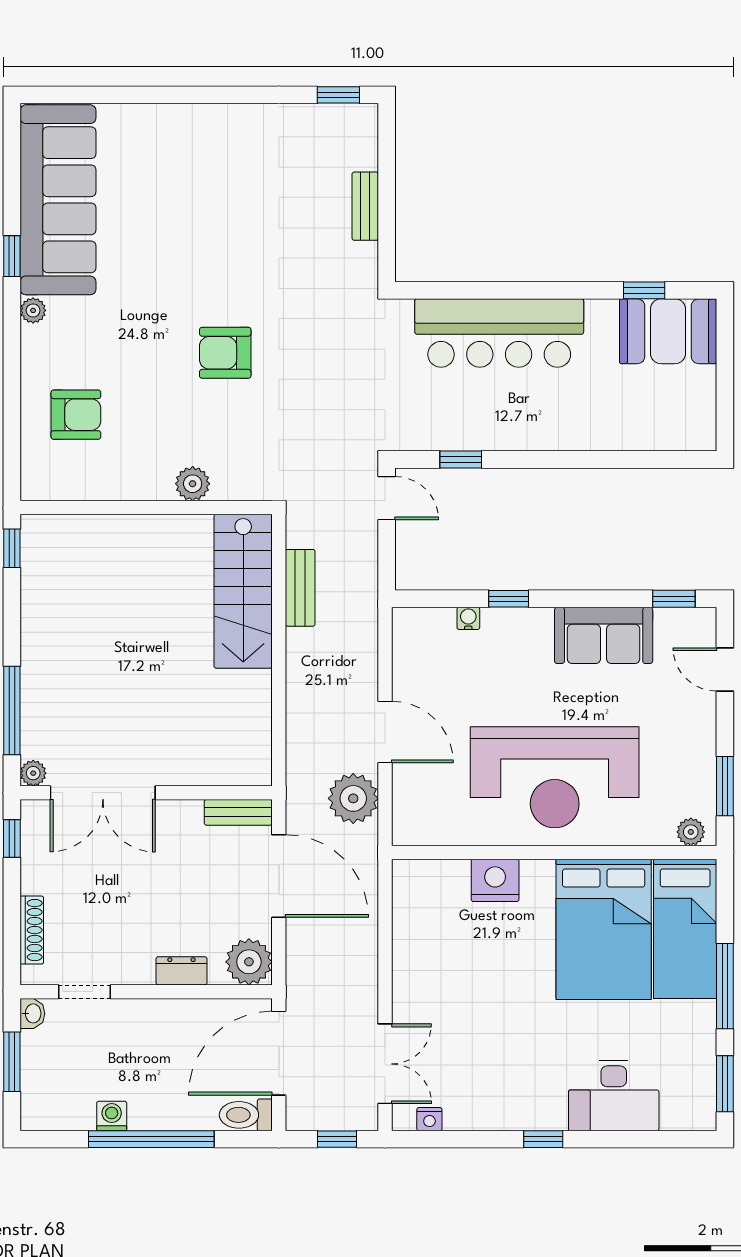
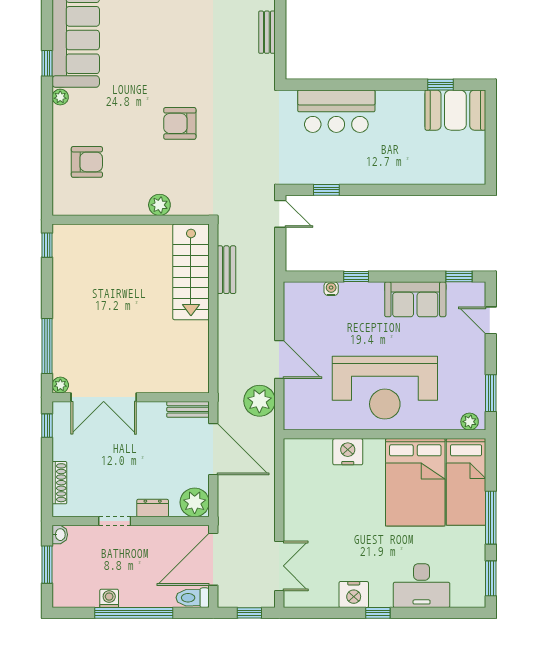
bar counter: (499, 333) -> (336, 111), width x0.73
doorway: (84, 992) -> (115, 521), moved
nightstand: (429, 1119) -> (354, 595), moved, width x1.89, depth x1.79

